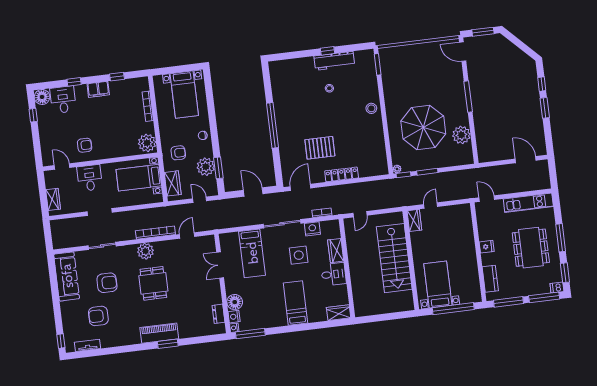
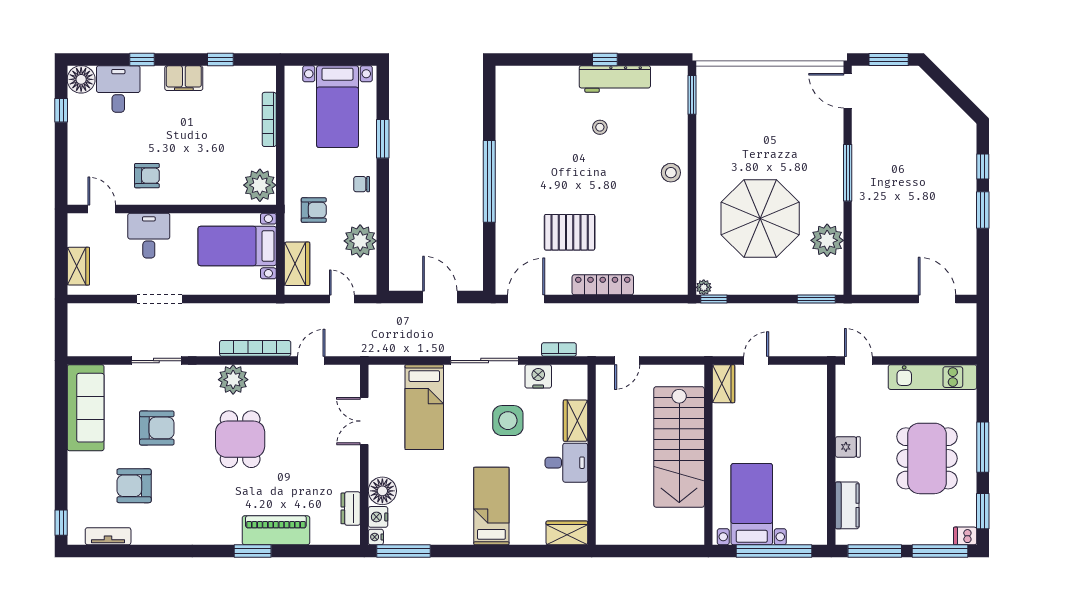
window: (218, 168) -> (383, 139), moved
window: (427, 172) -> (816, 299), moved
piano: (159, 333) -> (276, 530), moved

